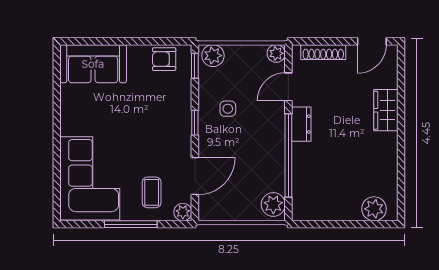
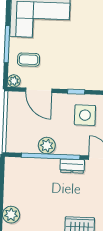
side table: (228, 109) -> (85, 115), width x1.87, depth x1.87
plant: (273, 205) -> (47, 145), moved

